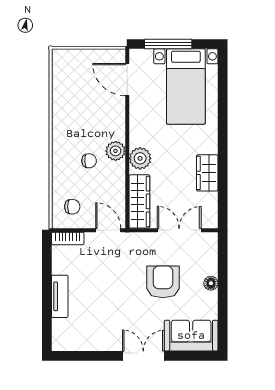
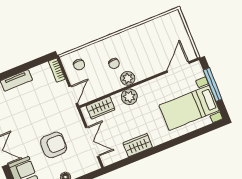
wardrobe: (139, 201) -> (101, 108), width x0.67

